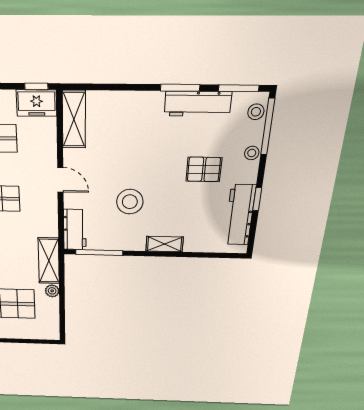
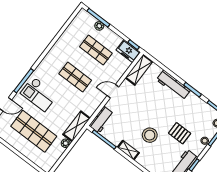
workbench: (198, 104) -> (173, 85), moved
door: (60, 180) -> (113, 91), swing flipped
stool: (130, 202) -> (150, 135), moved
shelving: (165, 244) -> (128, 150), moved

